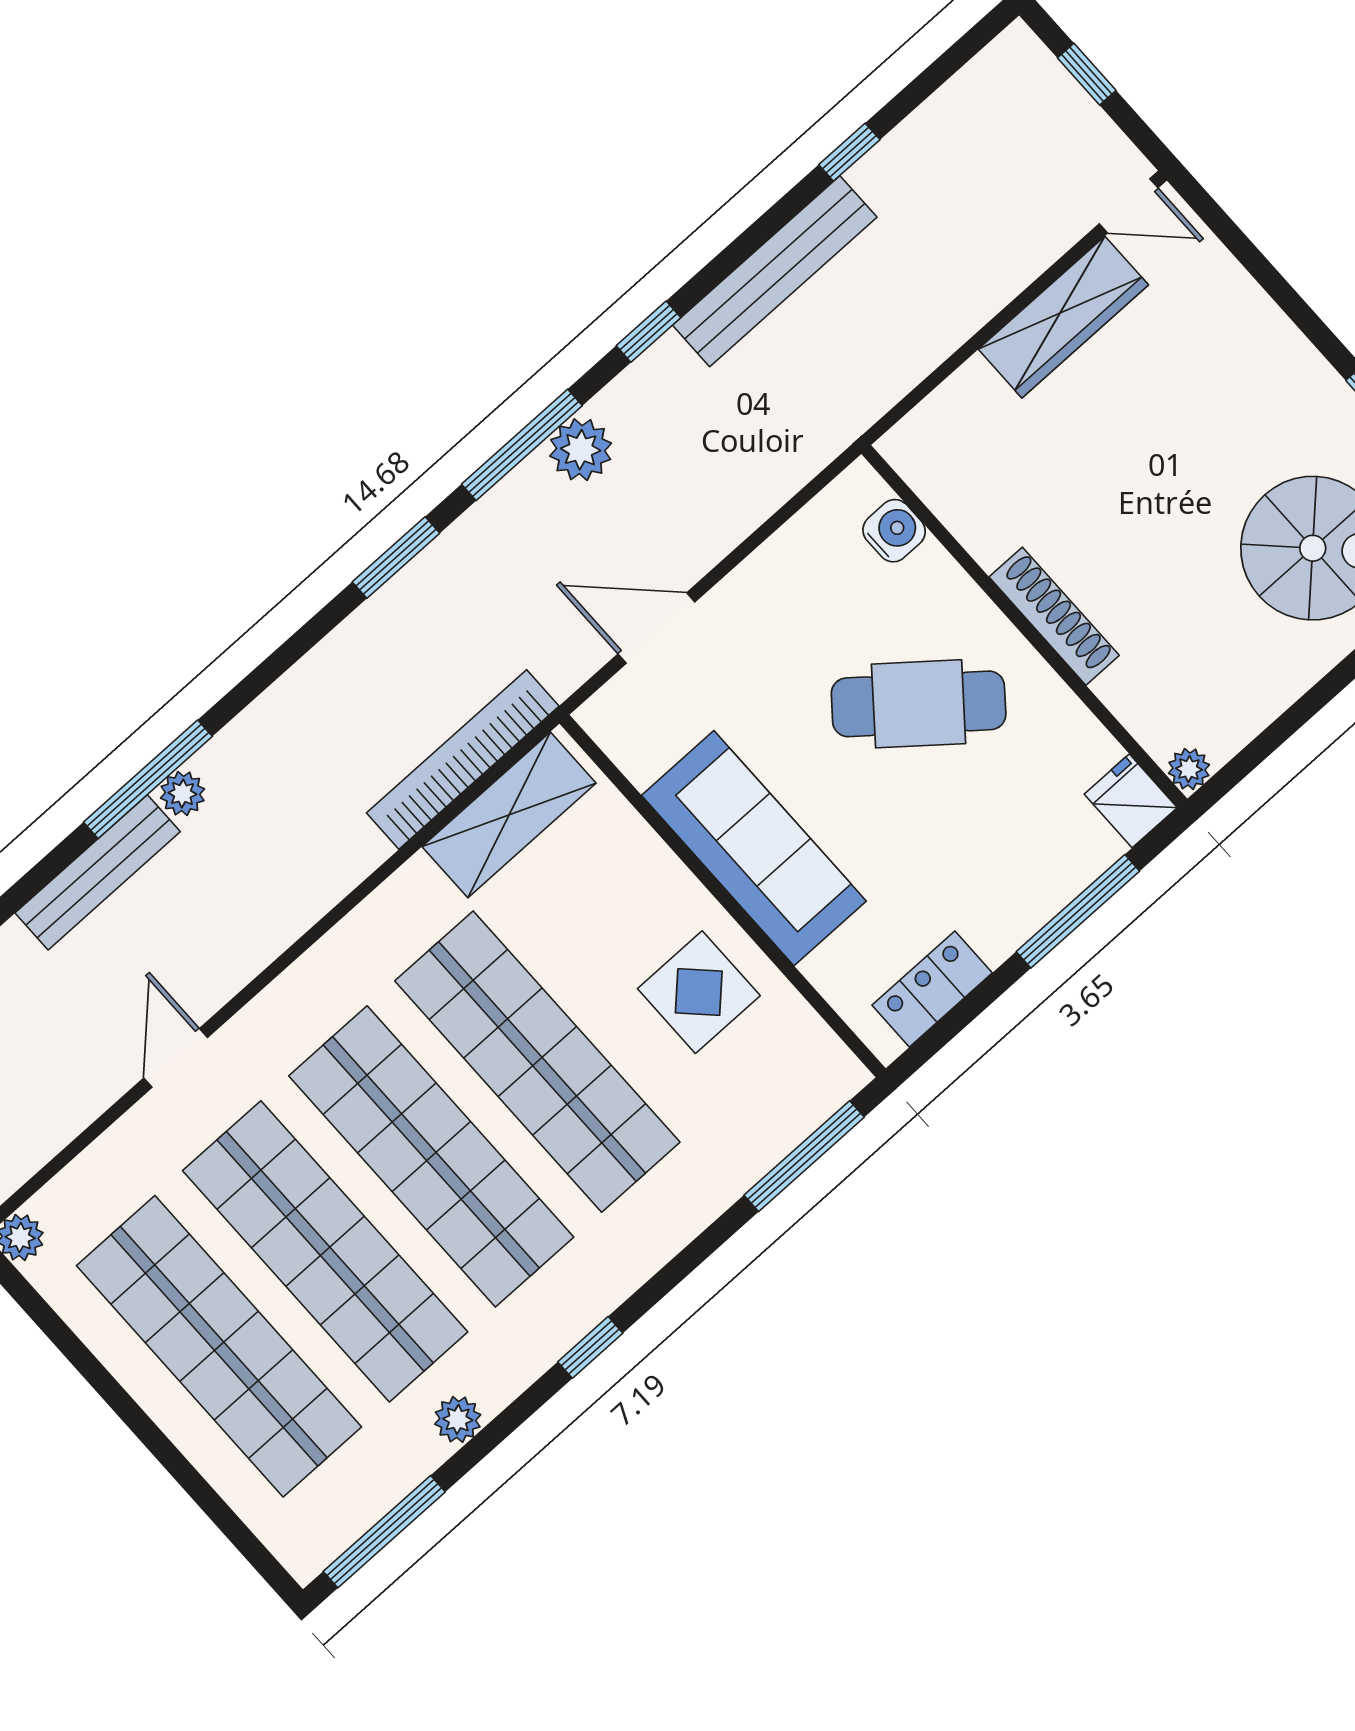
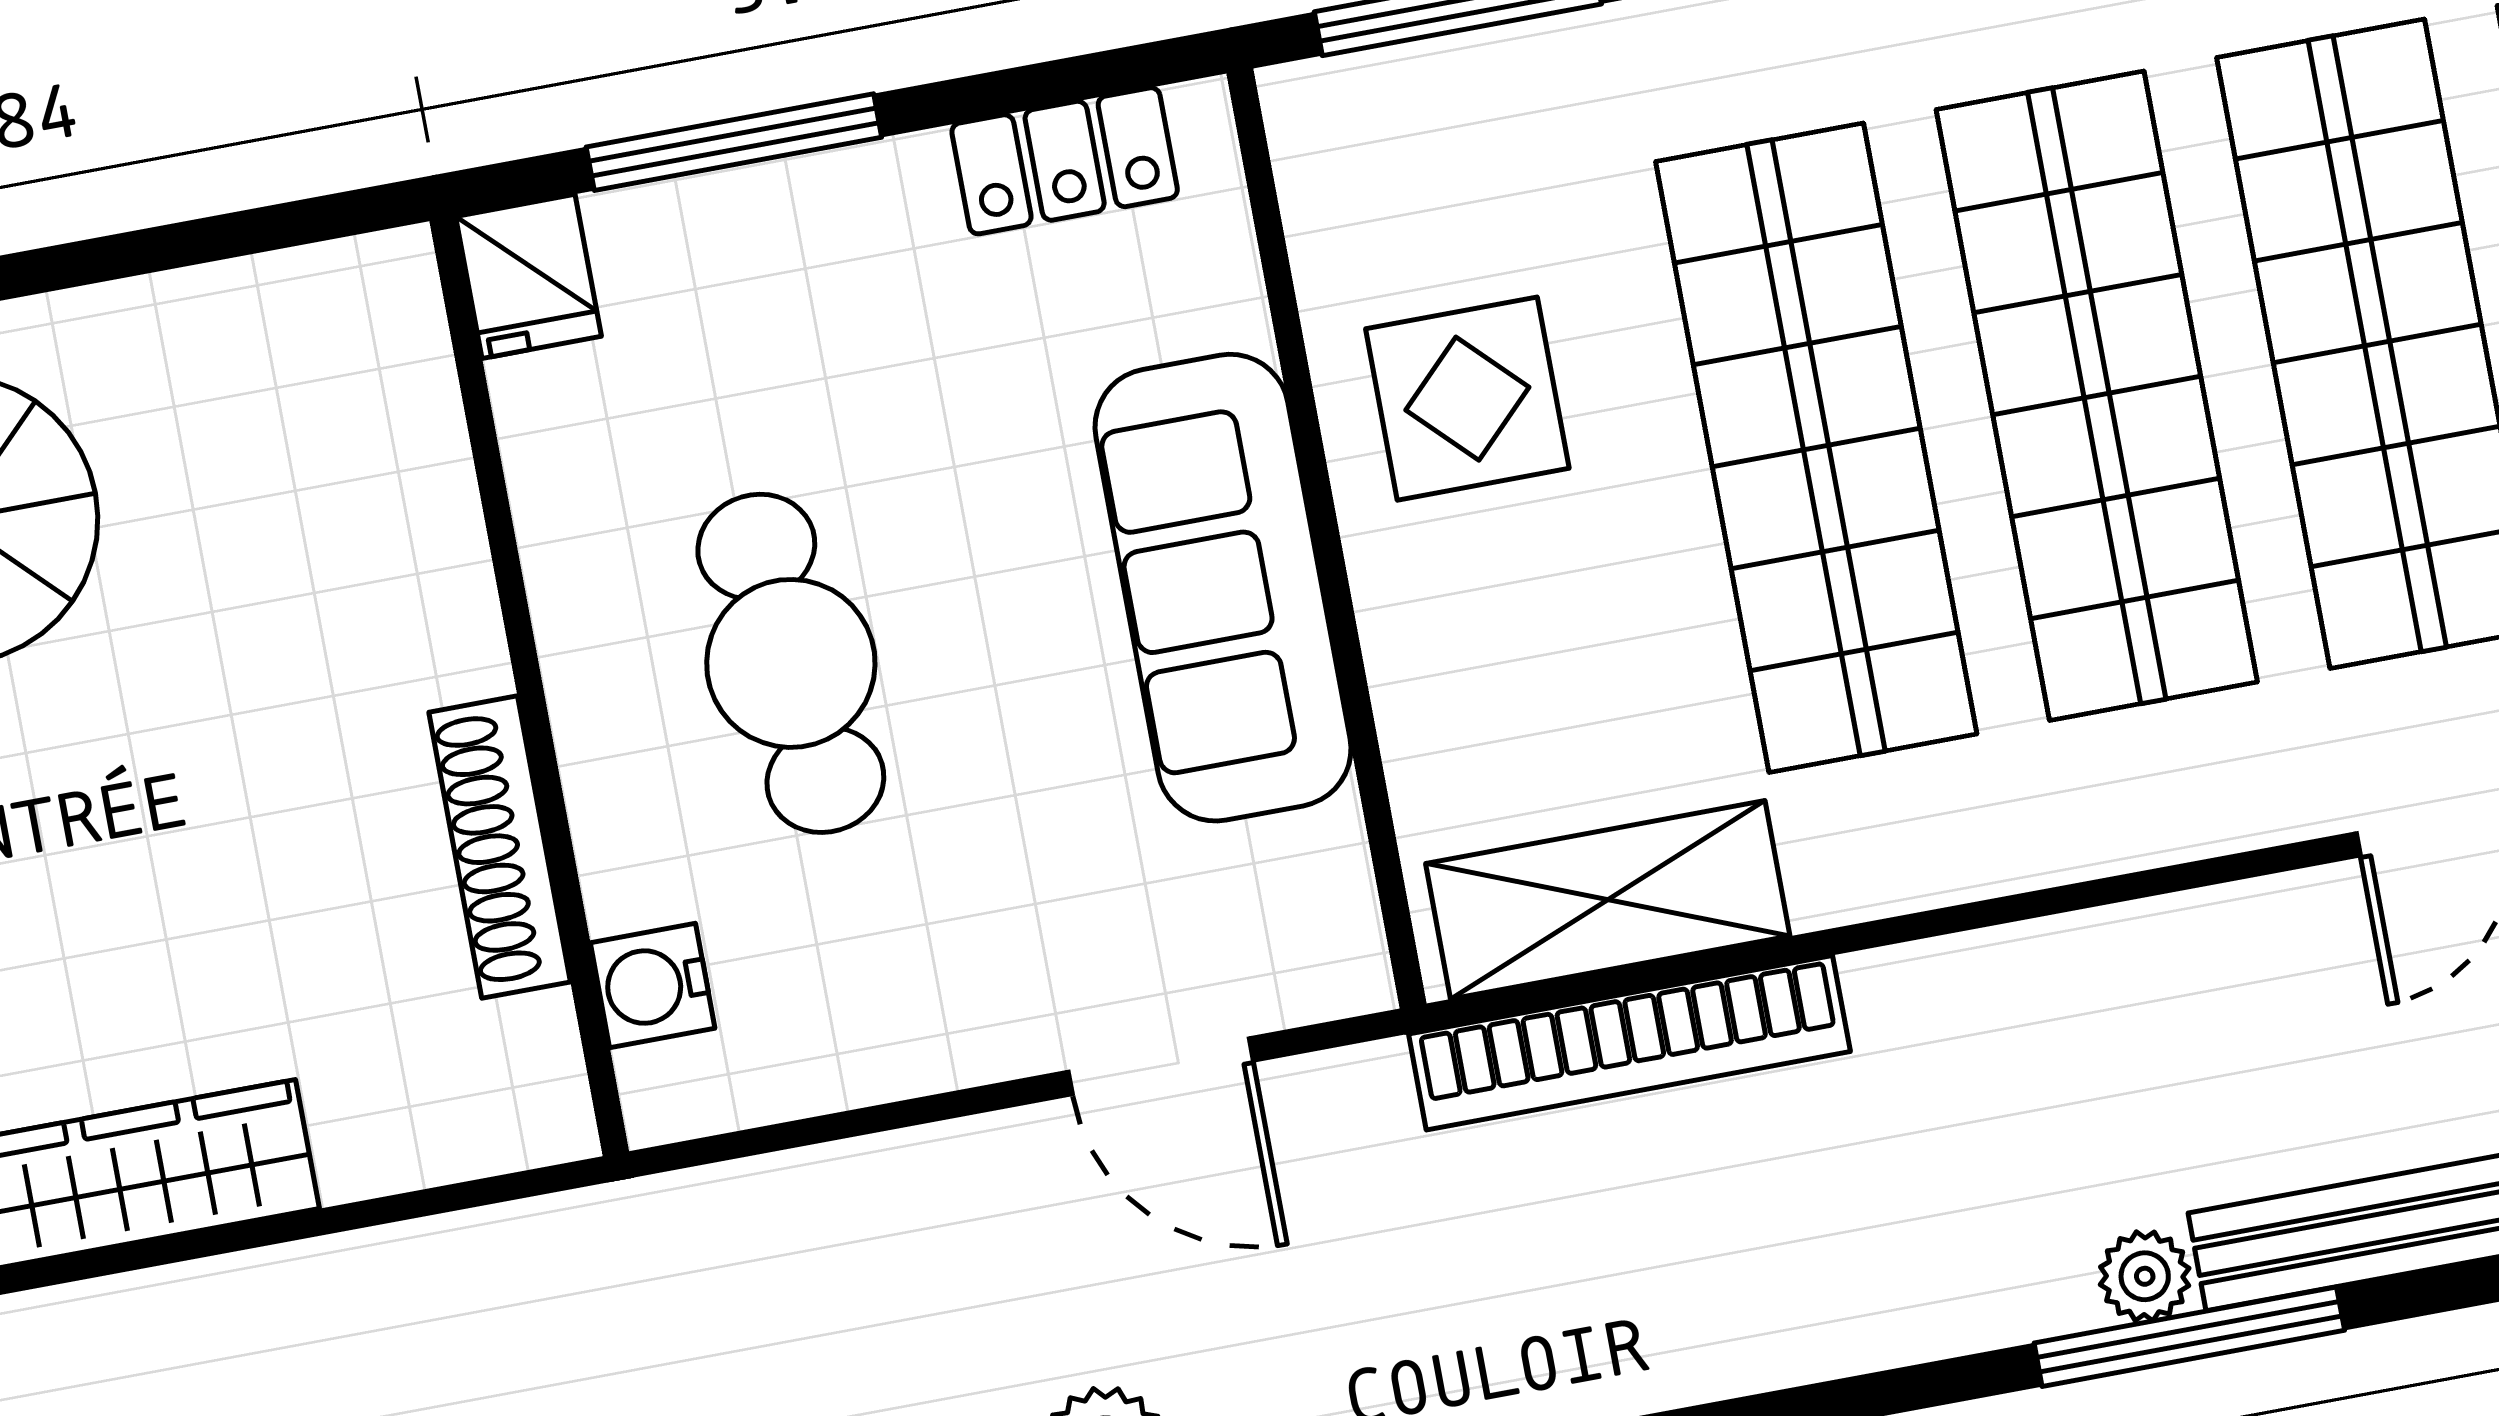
shoe rack: (1054, 616) -> (500, 847), moved
cafe table: (919, 704) -> (791, 663), turned 45
plant: (1189, 769) -> (396, 270), removed

